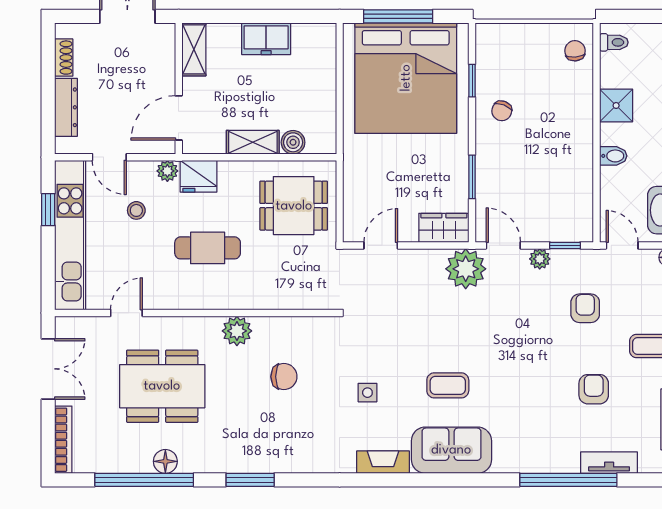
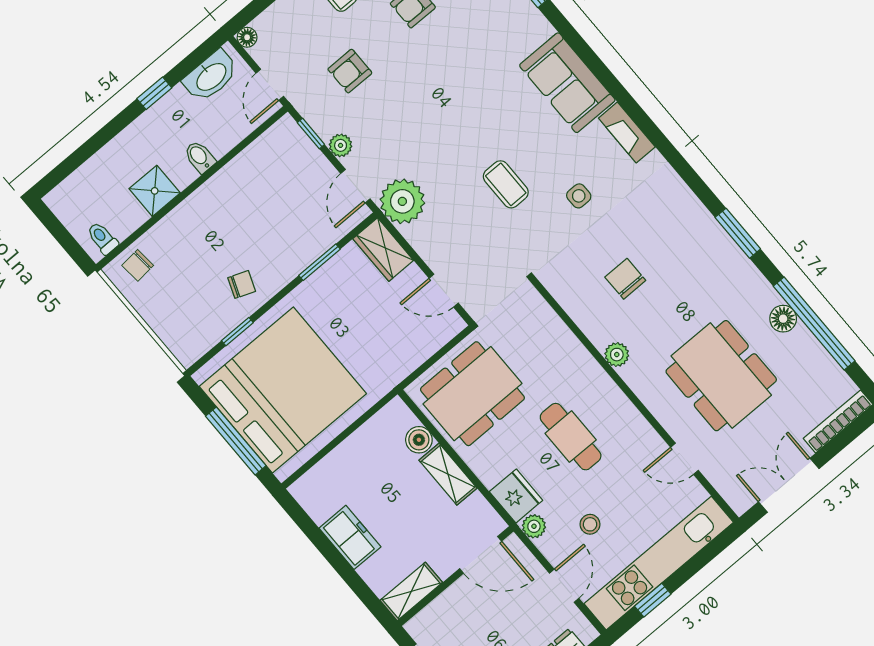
dining table: (294, 206) -> (472, 394), width x1.38
plant: (237, 331) -> (617, 355), width x0.73, depth x0.73
coffee table: (448, 385) -> (506, 184), moved

